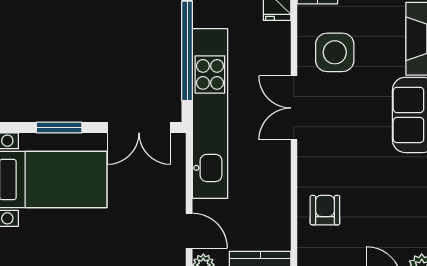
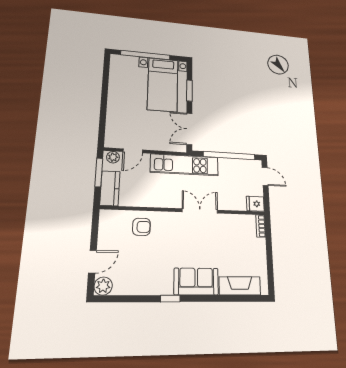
side table: (335, 52) -> (231, 235), removed
kitchen unit: (210, 114) -> (184, 165), width x0.73

